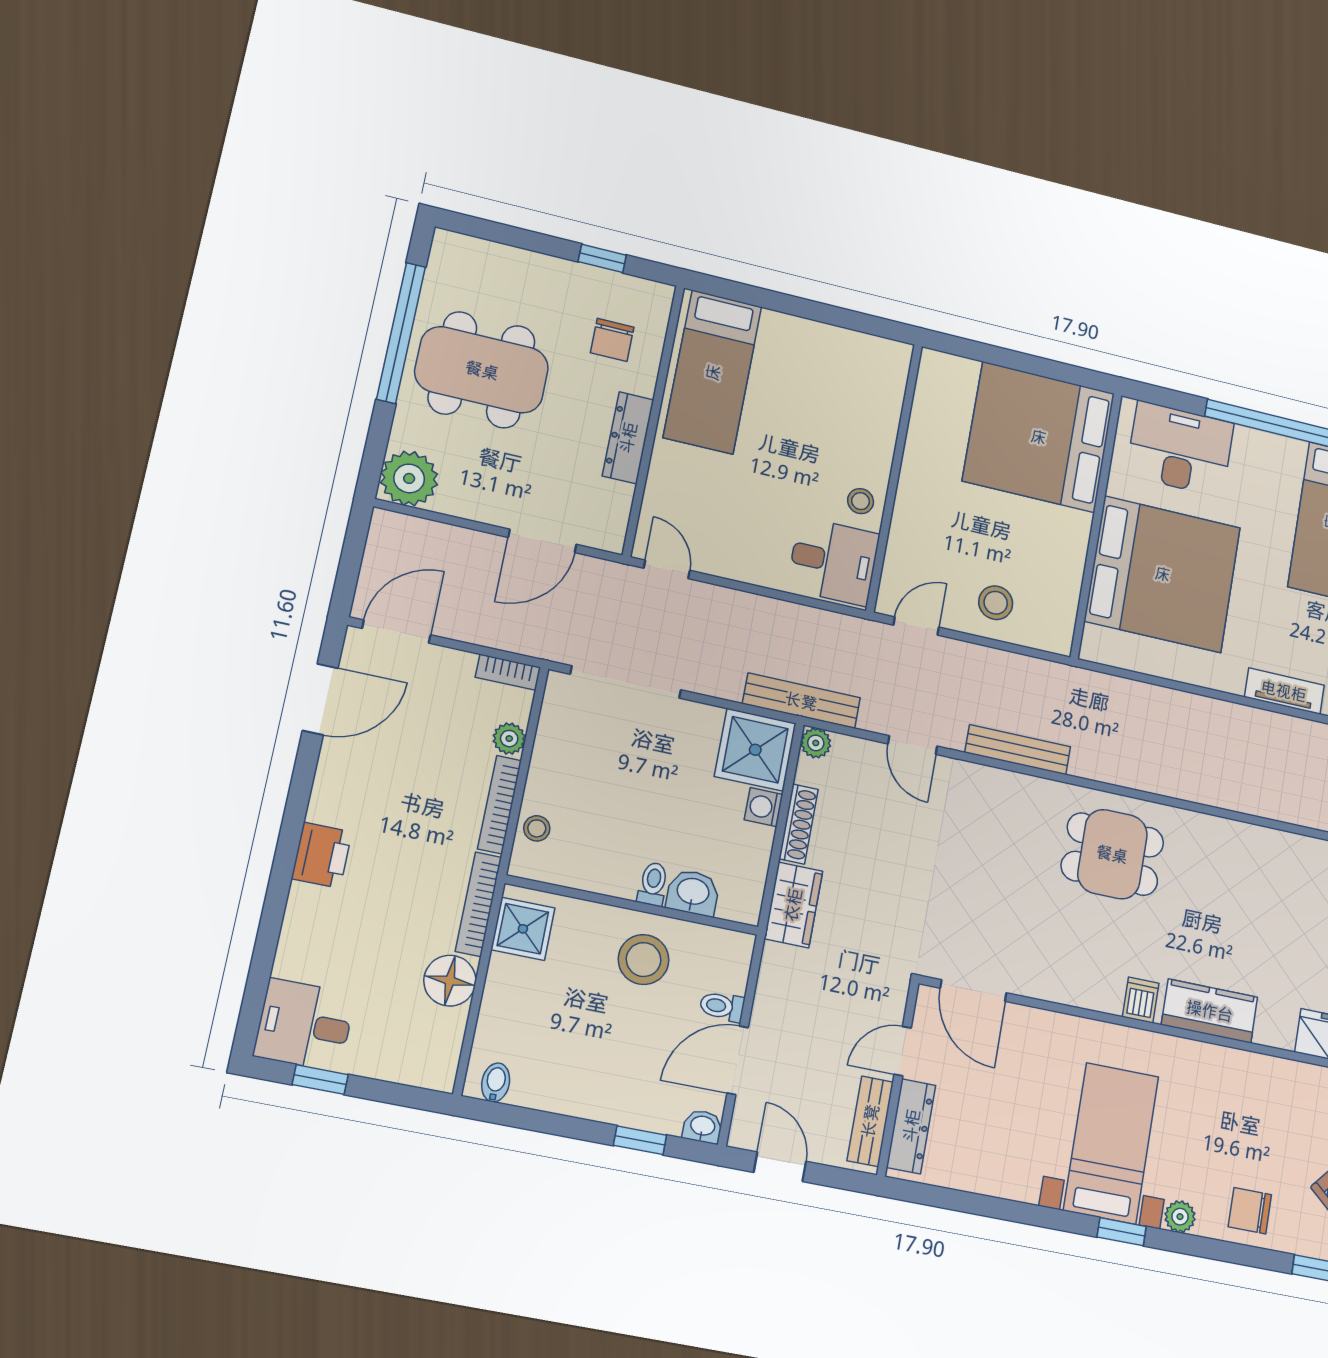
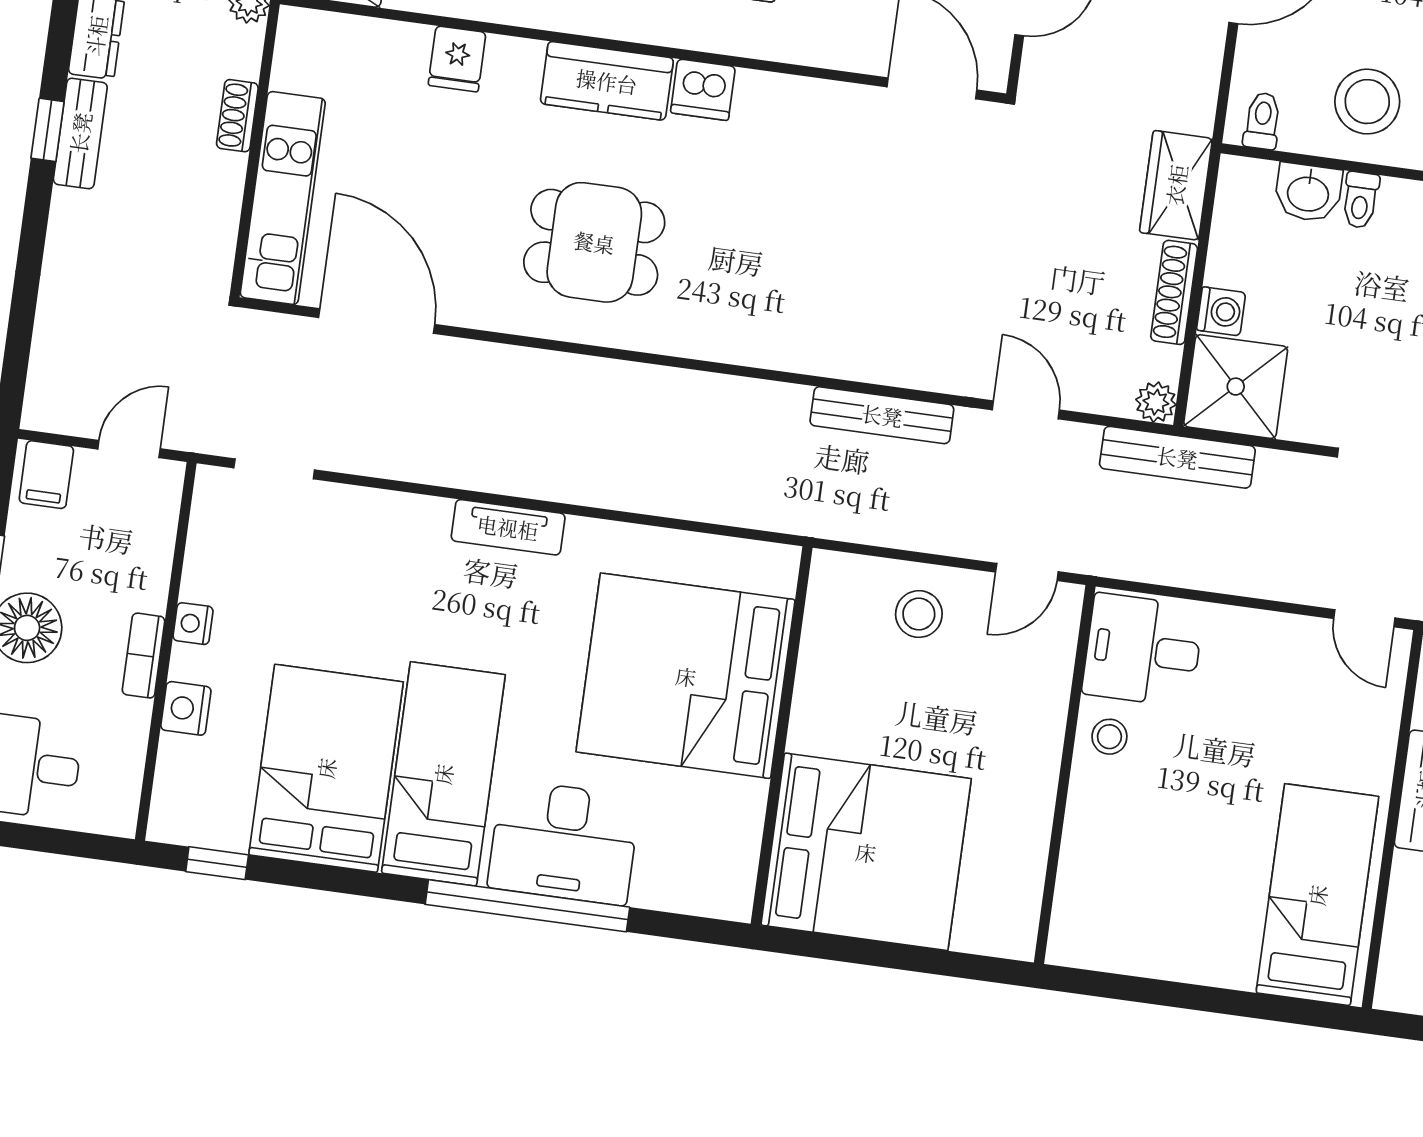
desk: (1180, 449) -> (564, 842), moved
dining table: (1112, 854) -> (594, 242), moved
dishwasher: (1141, 1000) -> (703, 90), width x1.38
toilet: (722, 1006) -> (1262, 121), moved, turned -90

